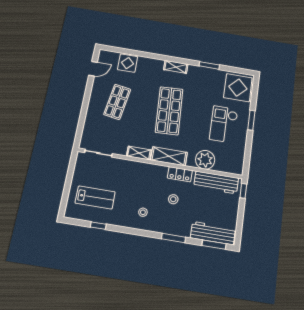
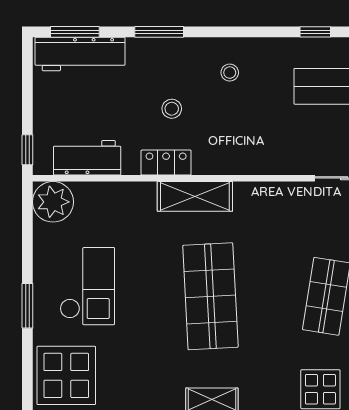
shelving: (139, 153) -> (259, 193), removed
plant: (205, 160) -> (53, 202), moved
workbench: (216, 182) -> (87, 158), width x0.73

